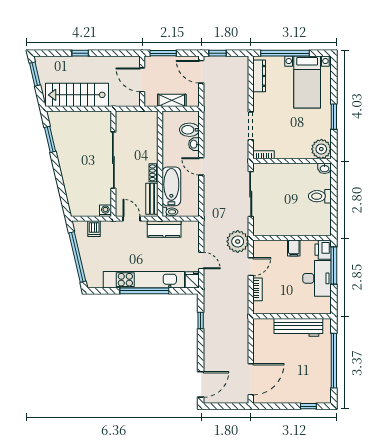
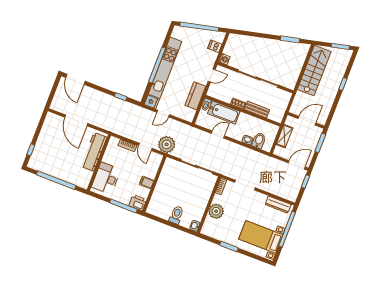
plant: (321, 149) -> (216, 211), moved
door: (201, 166) -> (218, 135), moved
bench: (152, 199) -> (257, 110), moved
desk: (317, 278) -> (106, 178), moved, turned 90
workbench: (298, 327) -> (94, 152), moved
door: (251, 379) -> (76, 120), moved

